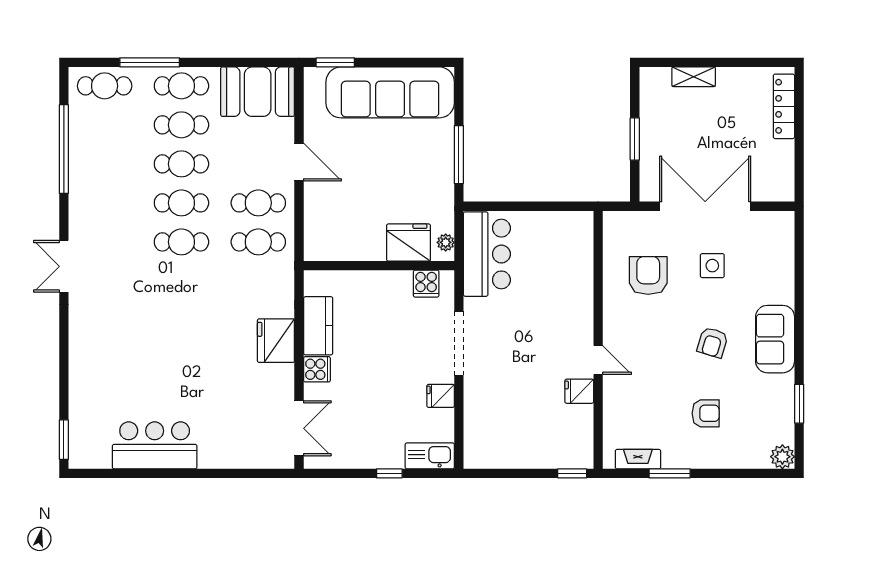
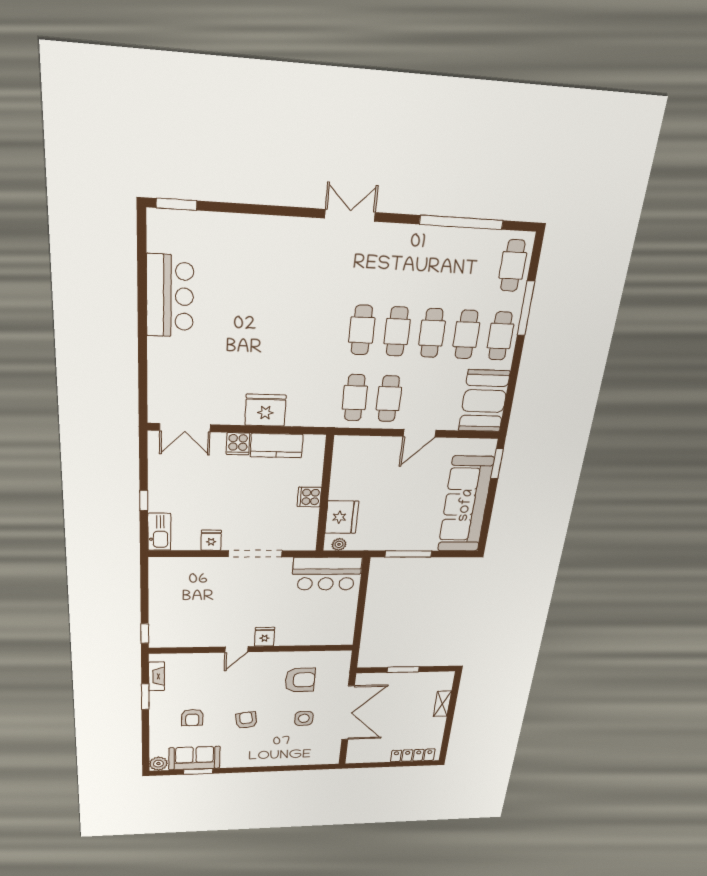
cooker: (426, 284) -> (309, 497), moved
sofa: (775, 339) -> (194, 758), moved
armchair: (713, 342) -> (246, 720), turned 66
fridge: (579, 391) -> (265, 637), moved

